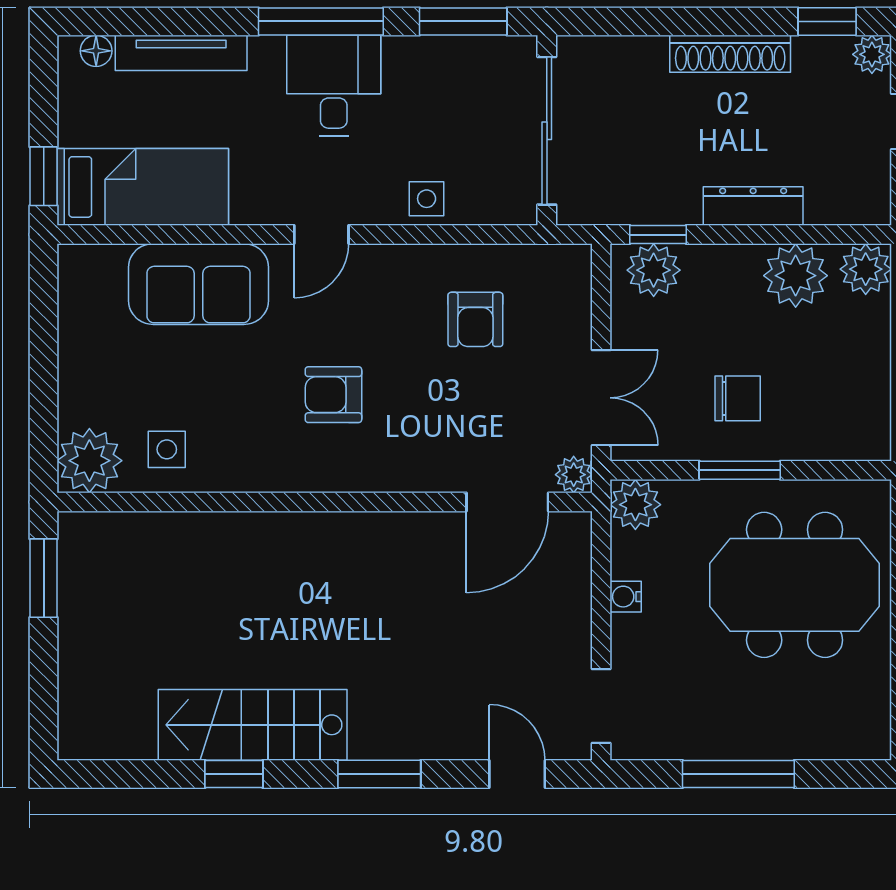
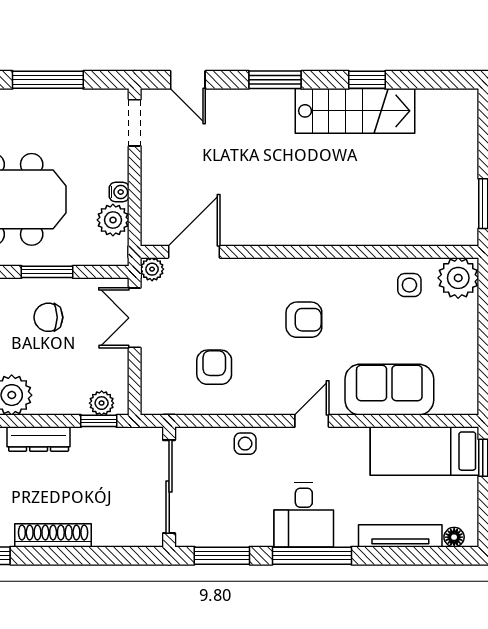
plant: (654, 270) -> (102, 403), width x0.73, depth x0.73
plant: (635, 505) -> (113, 220), moved

